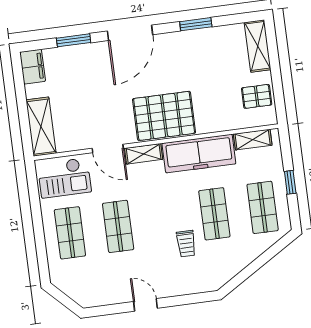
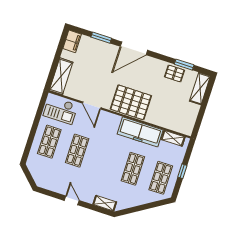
window: (196, 24) -> (184, 65), moved
pallet: (257, 96) -> (174, 73), moved
shelving: (144, 154) -> (105, 203), moved
trolley: (186, 244) -> (110, 178), removed

